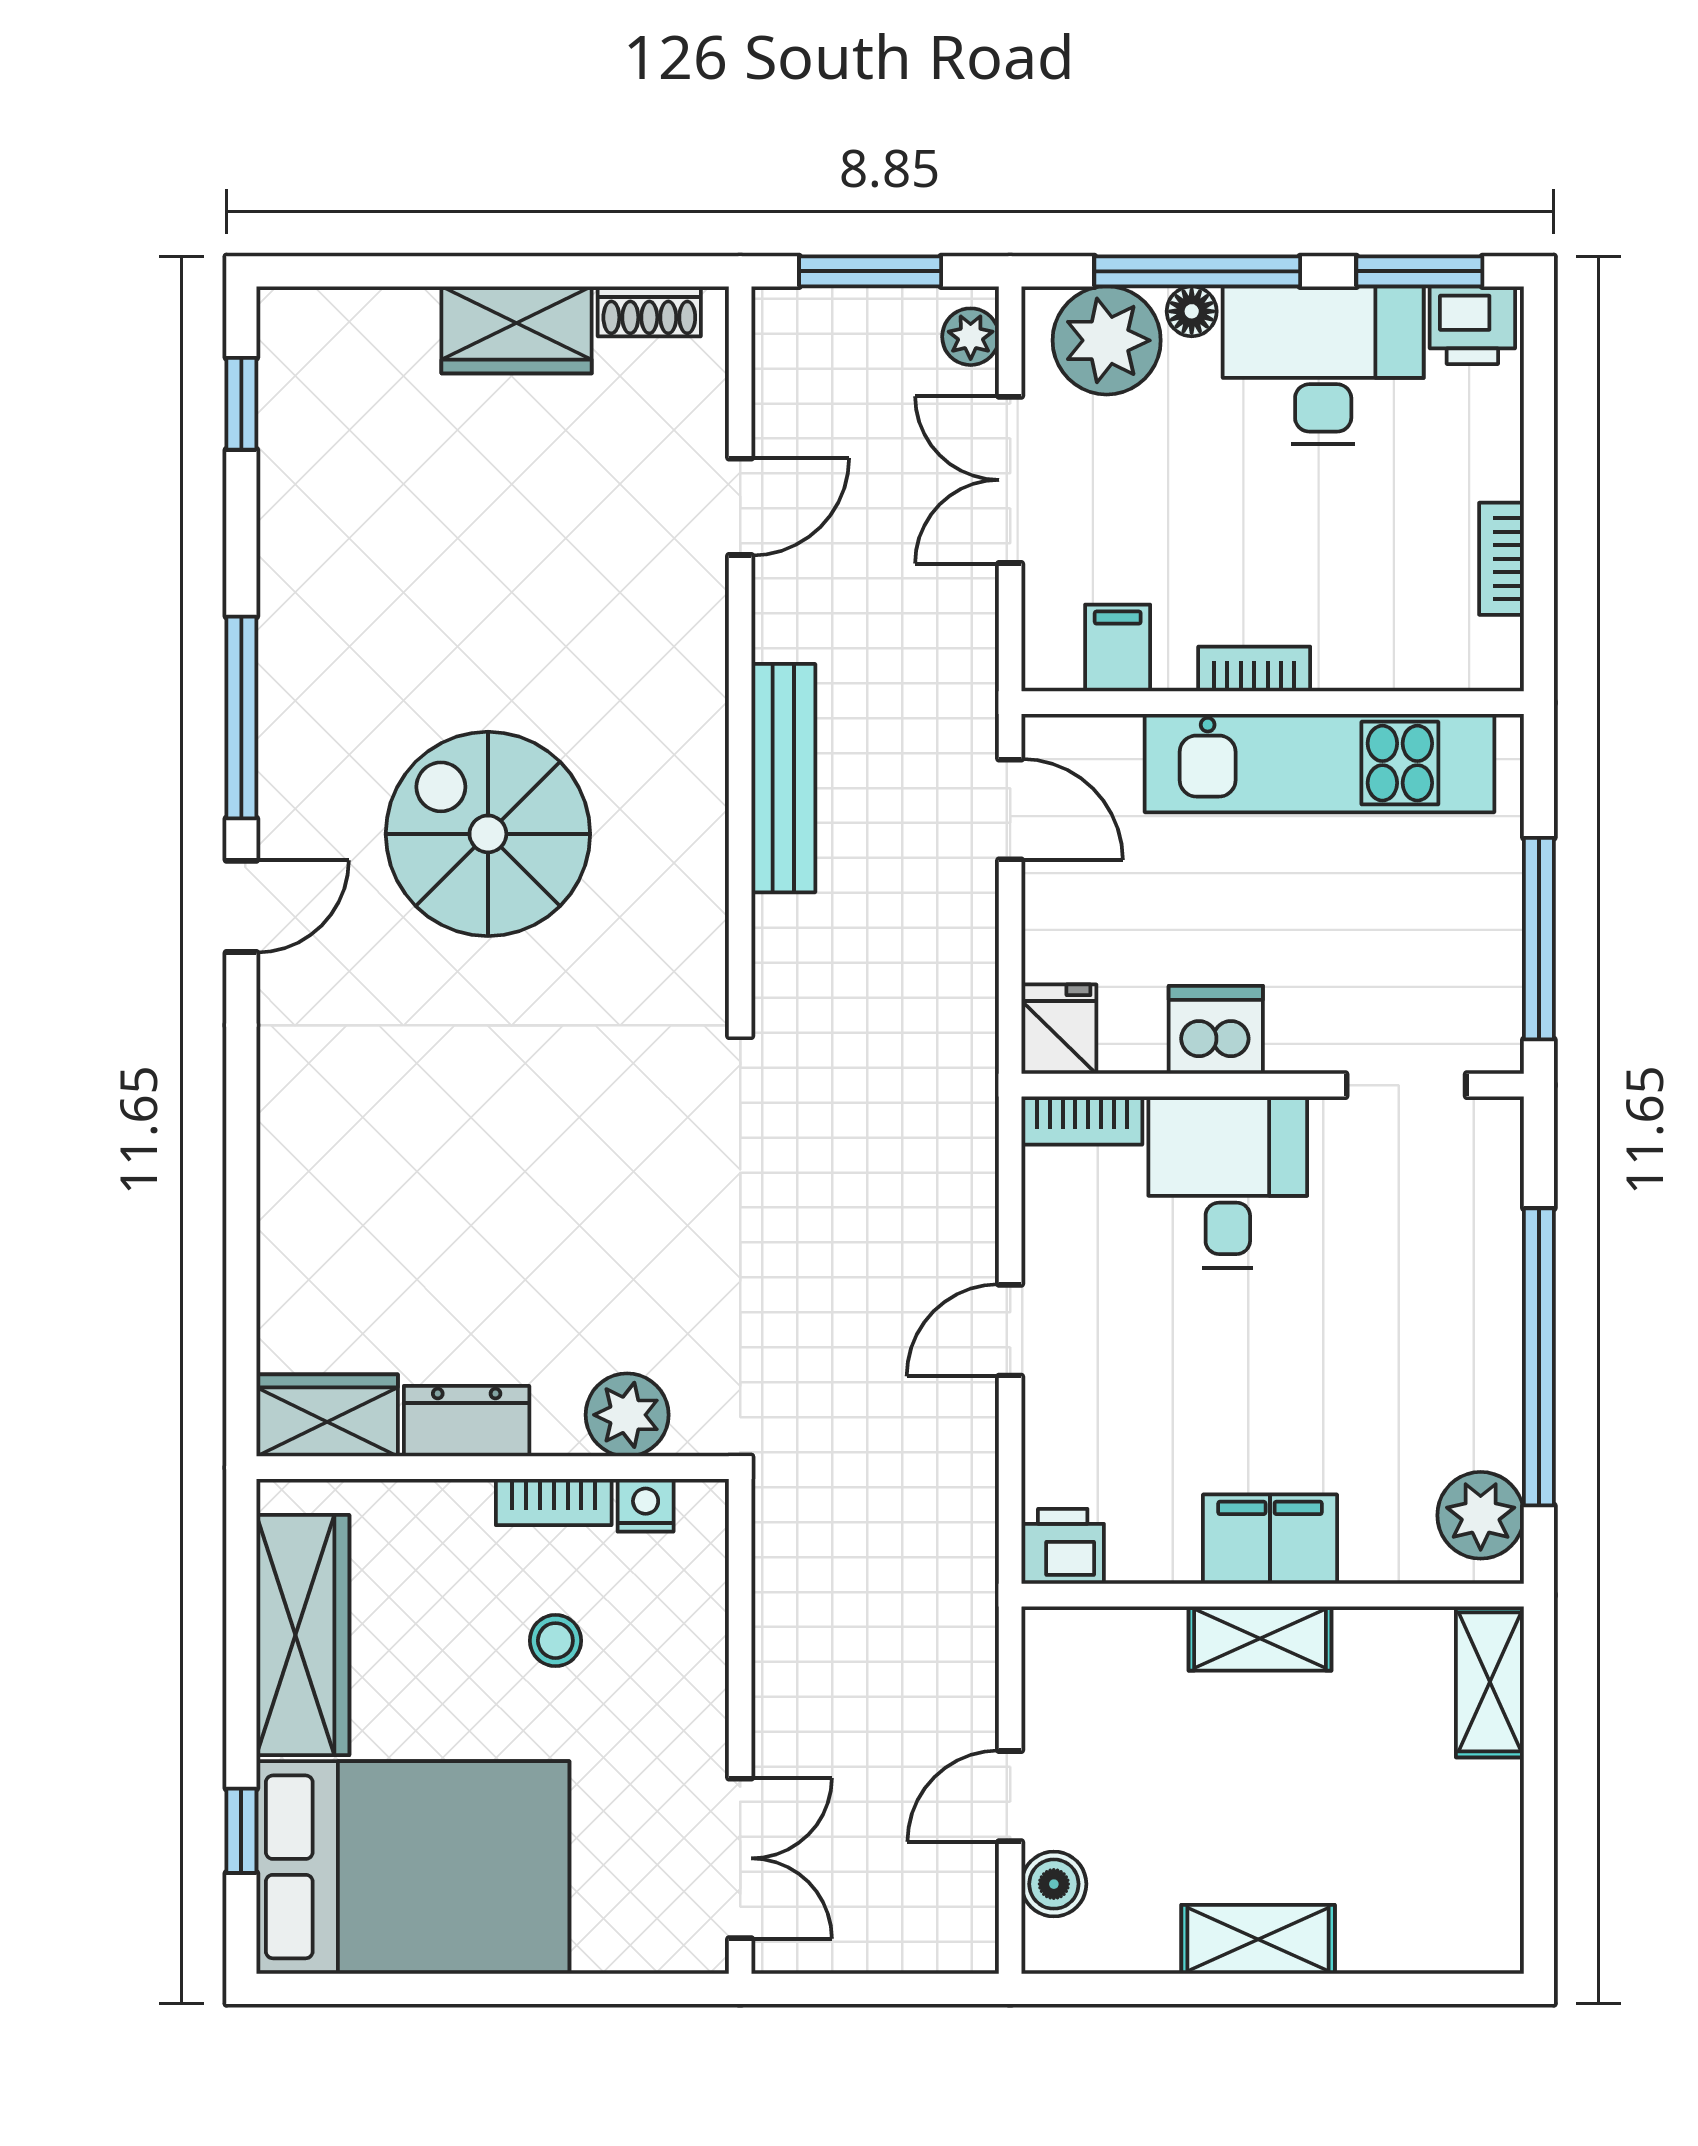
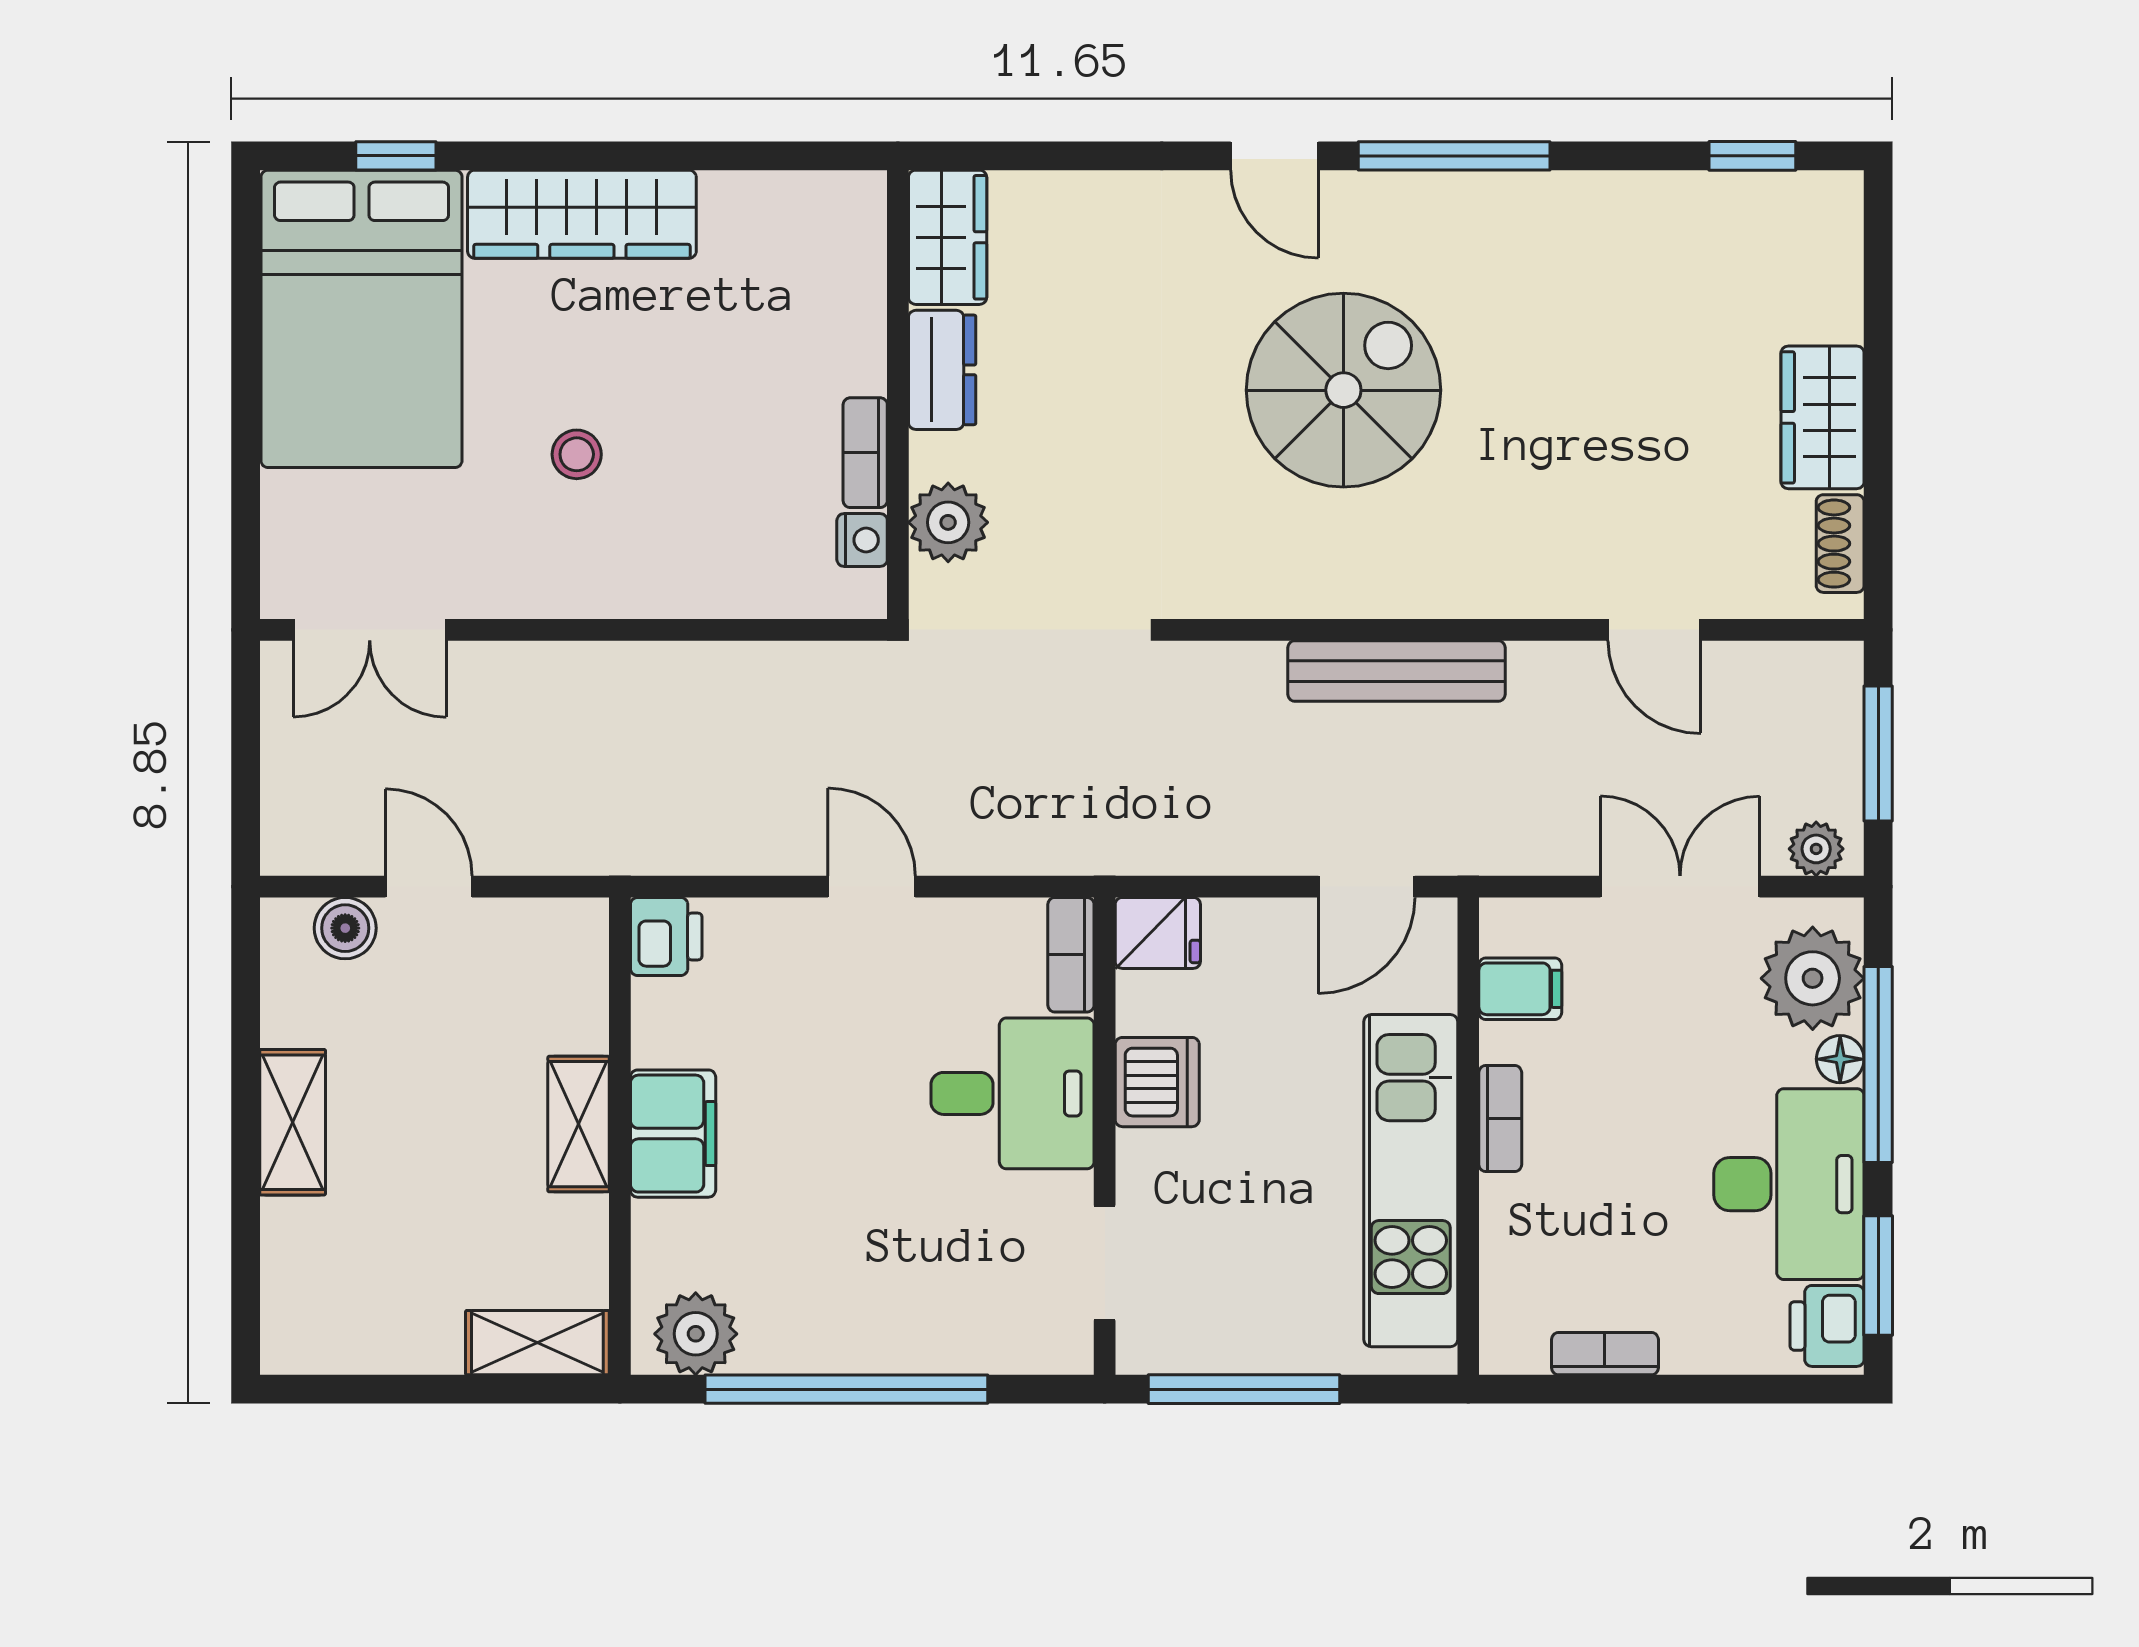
wardrobe: (327, 1415) -> (948, 237), moved
plant: (627, 1415) -> (948, 522), moved
dresser: (467, 1421) -> (942, 370), moved
wall: (493, 1468) -> (898, 395), moved
bookcase: (554, 1502) -> (865, 453), moved
nightstand: (646, 1505) -> (862, 540), moved

